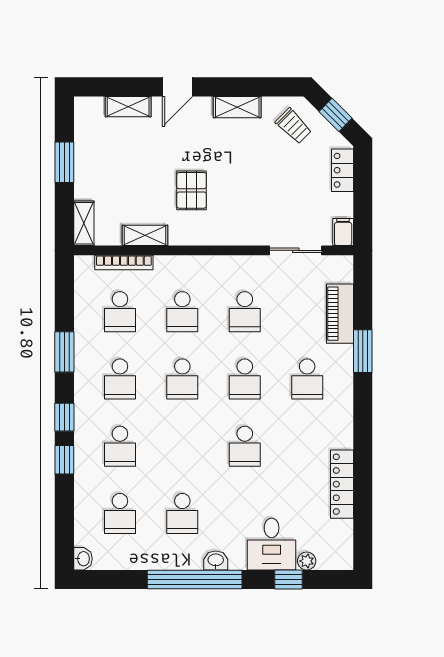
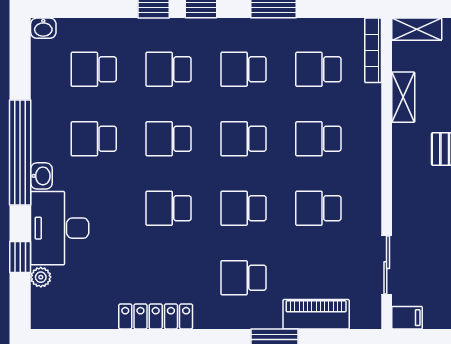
bookcase: (124, 263) -> (373, 50), moved
school desk: (182, 446) -> (169, 139), added
locker: (342, 484) -> (156, 316), moved
desk: (272, 544) -> (60, 228), width x1.37

